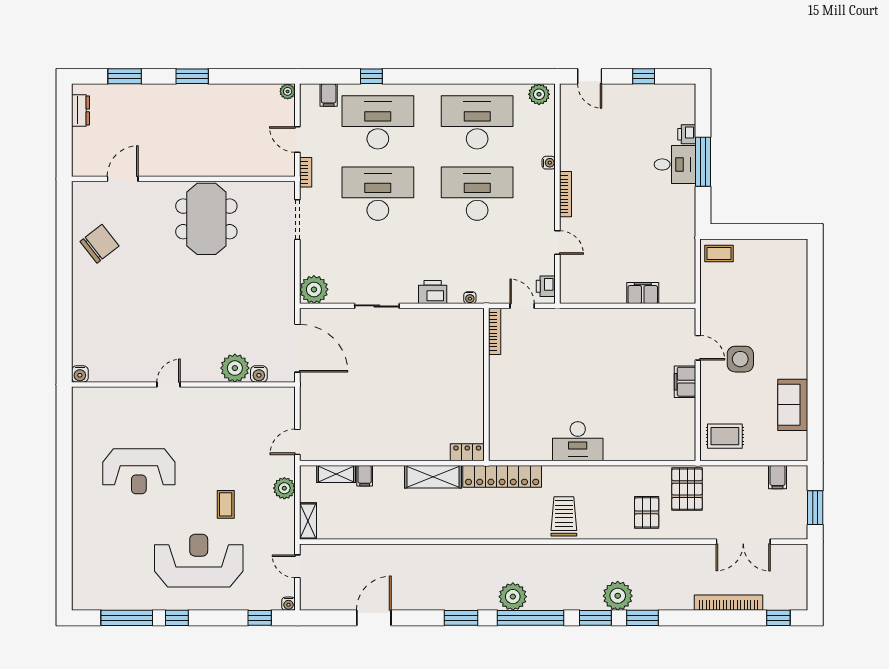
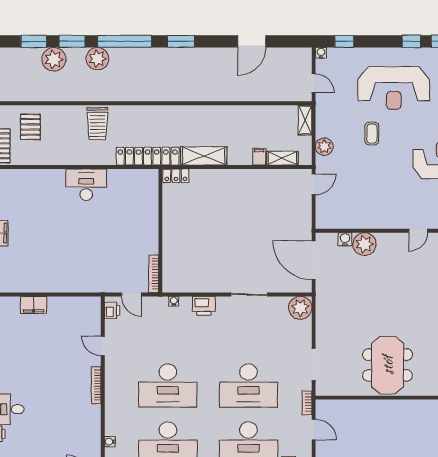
water cooler: (549, 163) -> (110, 442), moved
plant: (513, 597) -> (97, 59), moved

